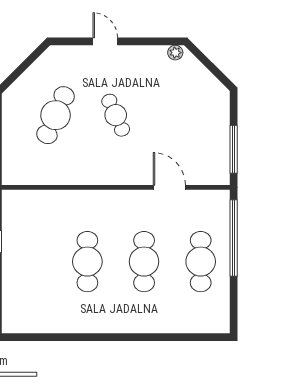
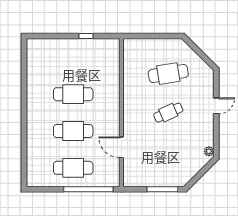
cafe table: (56, 115) -> (168, 74), turned -33
window: (234, 149) -> (162, 189), moved
door: (169, 187) -> (121, 147), swing flipped

